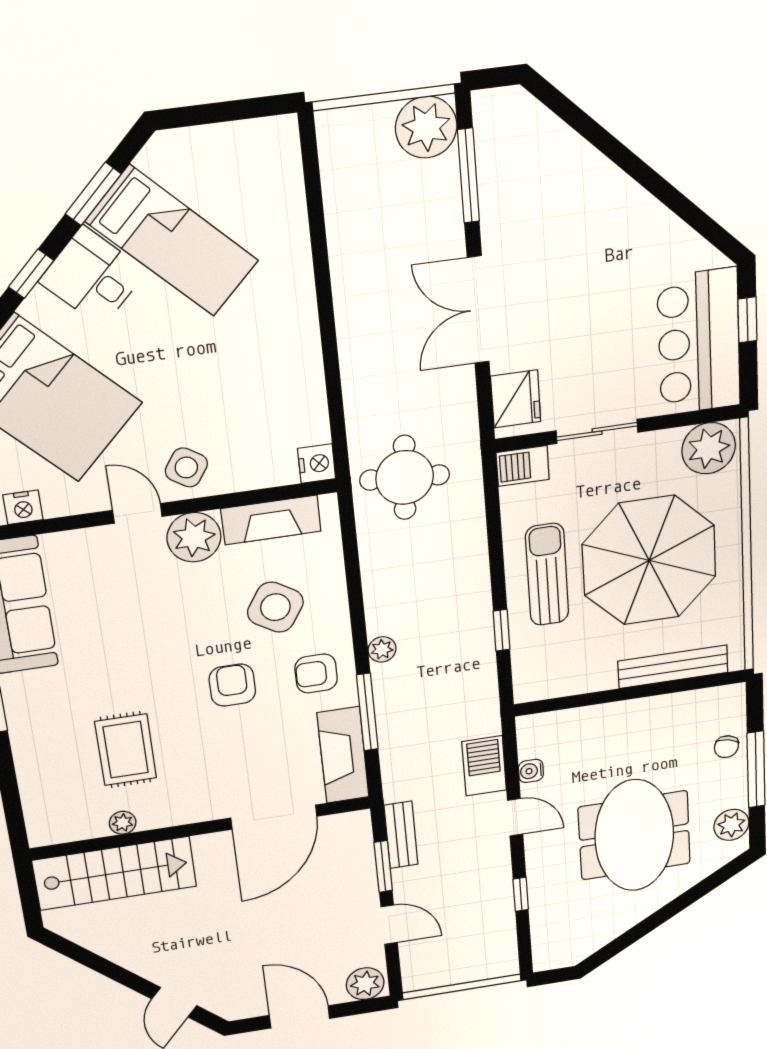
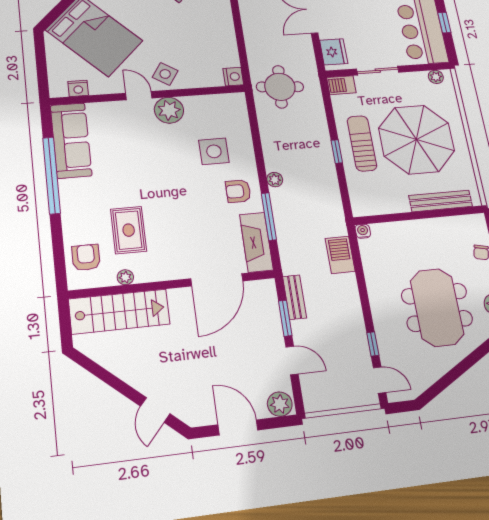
plant: (709, 448) -> (436, 77), width x0.53, depth x0.53
fireplace: (271, 520) -> (210, 104), removed
side table: (275, 607) -> (214, 151), turned -32
window: (502, 630) -> (337, 152), moved
armchair: (232, 685) -> (86, 257), moved
water cooler: (531, 771) -> (363, 231), moved, turned 90
door: (515, 817) -> (380, 380), moved

